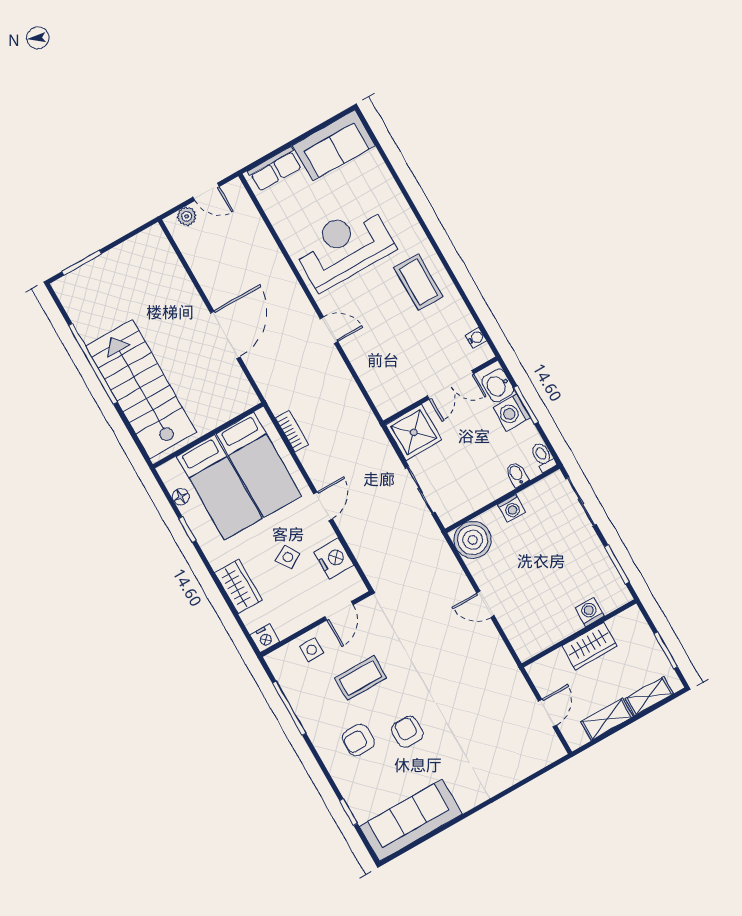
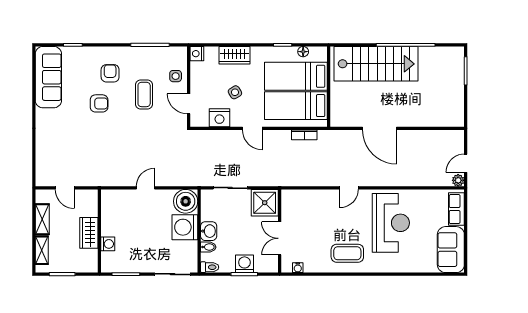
plant: (187, 216) -> (458, 180), moved
washbasin: (498, 386) -> (209, 231), moved, turned 90
washing machine: (511, 508) -> (185, 227), width x1.89, depth x1.89

